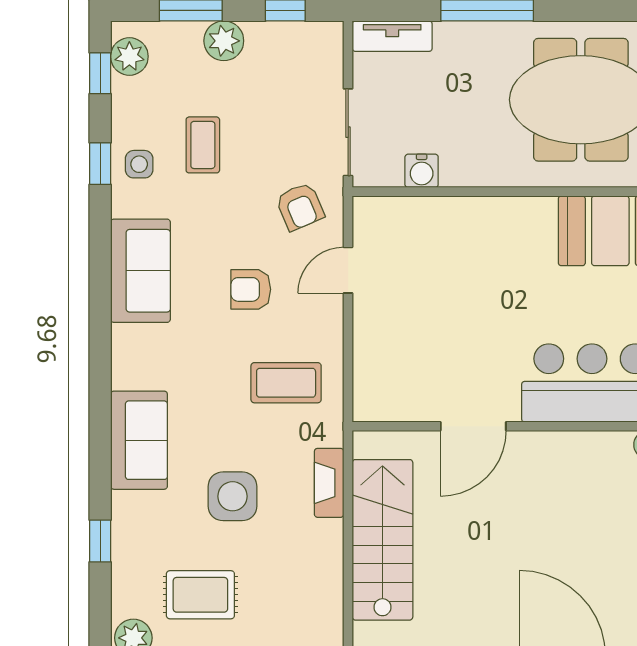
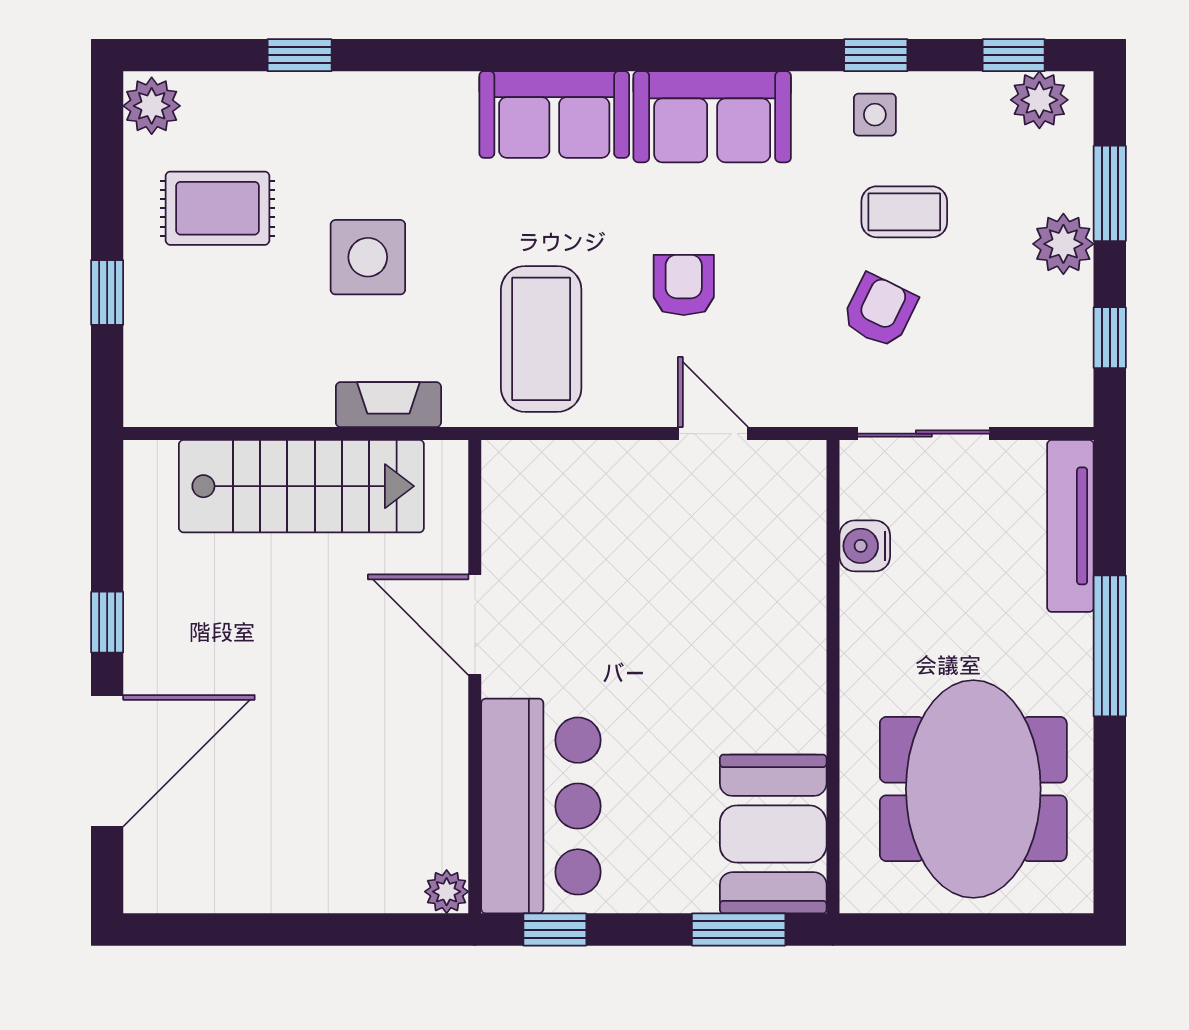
tv unit: (392, 36) -> (1070, 526), width x1.41
armchair: (300, 207) -> (880, 311), moved, turned 139
coffee table: (286, 383) -> (541, 339), width x1.36, depth x1.32
sofa: (139, 440) -> (554, 114), moved
rug: (200, 595) -> (218, 208), turned 90

